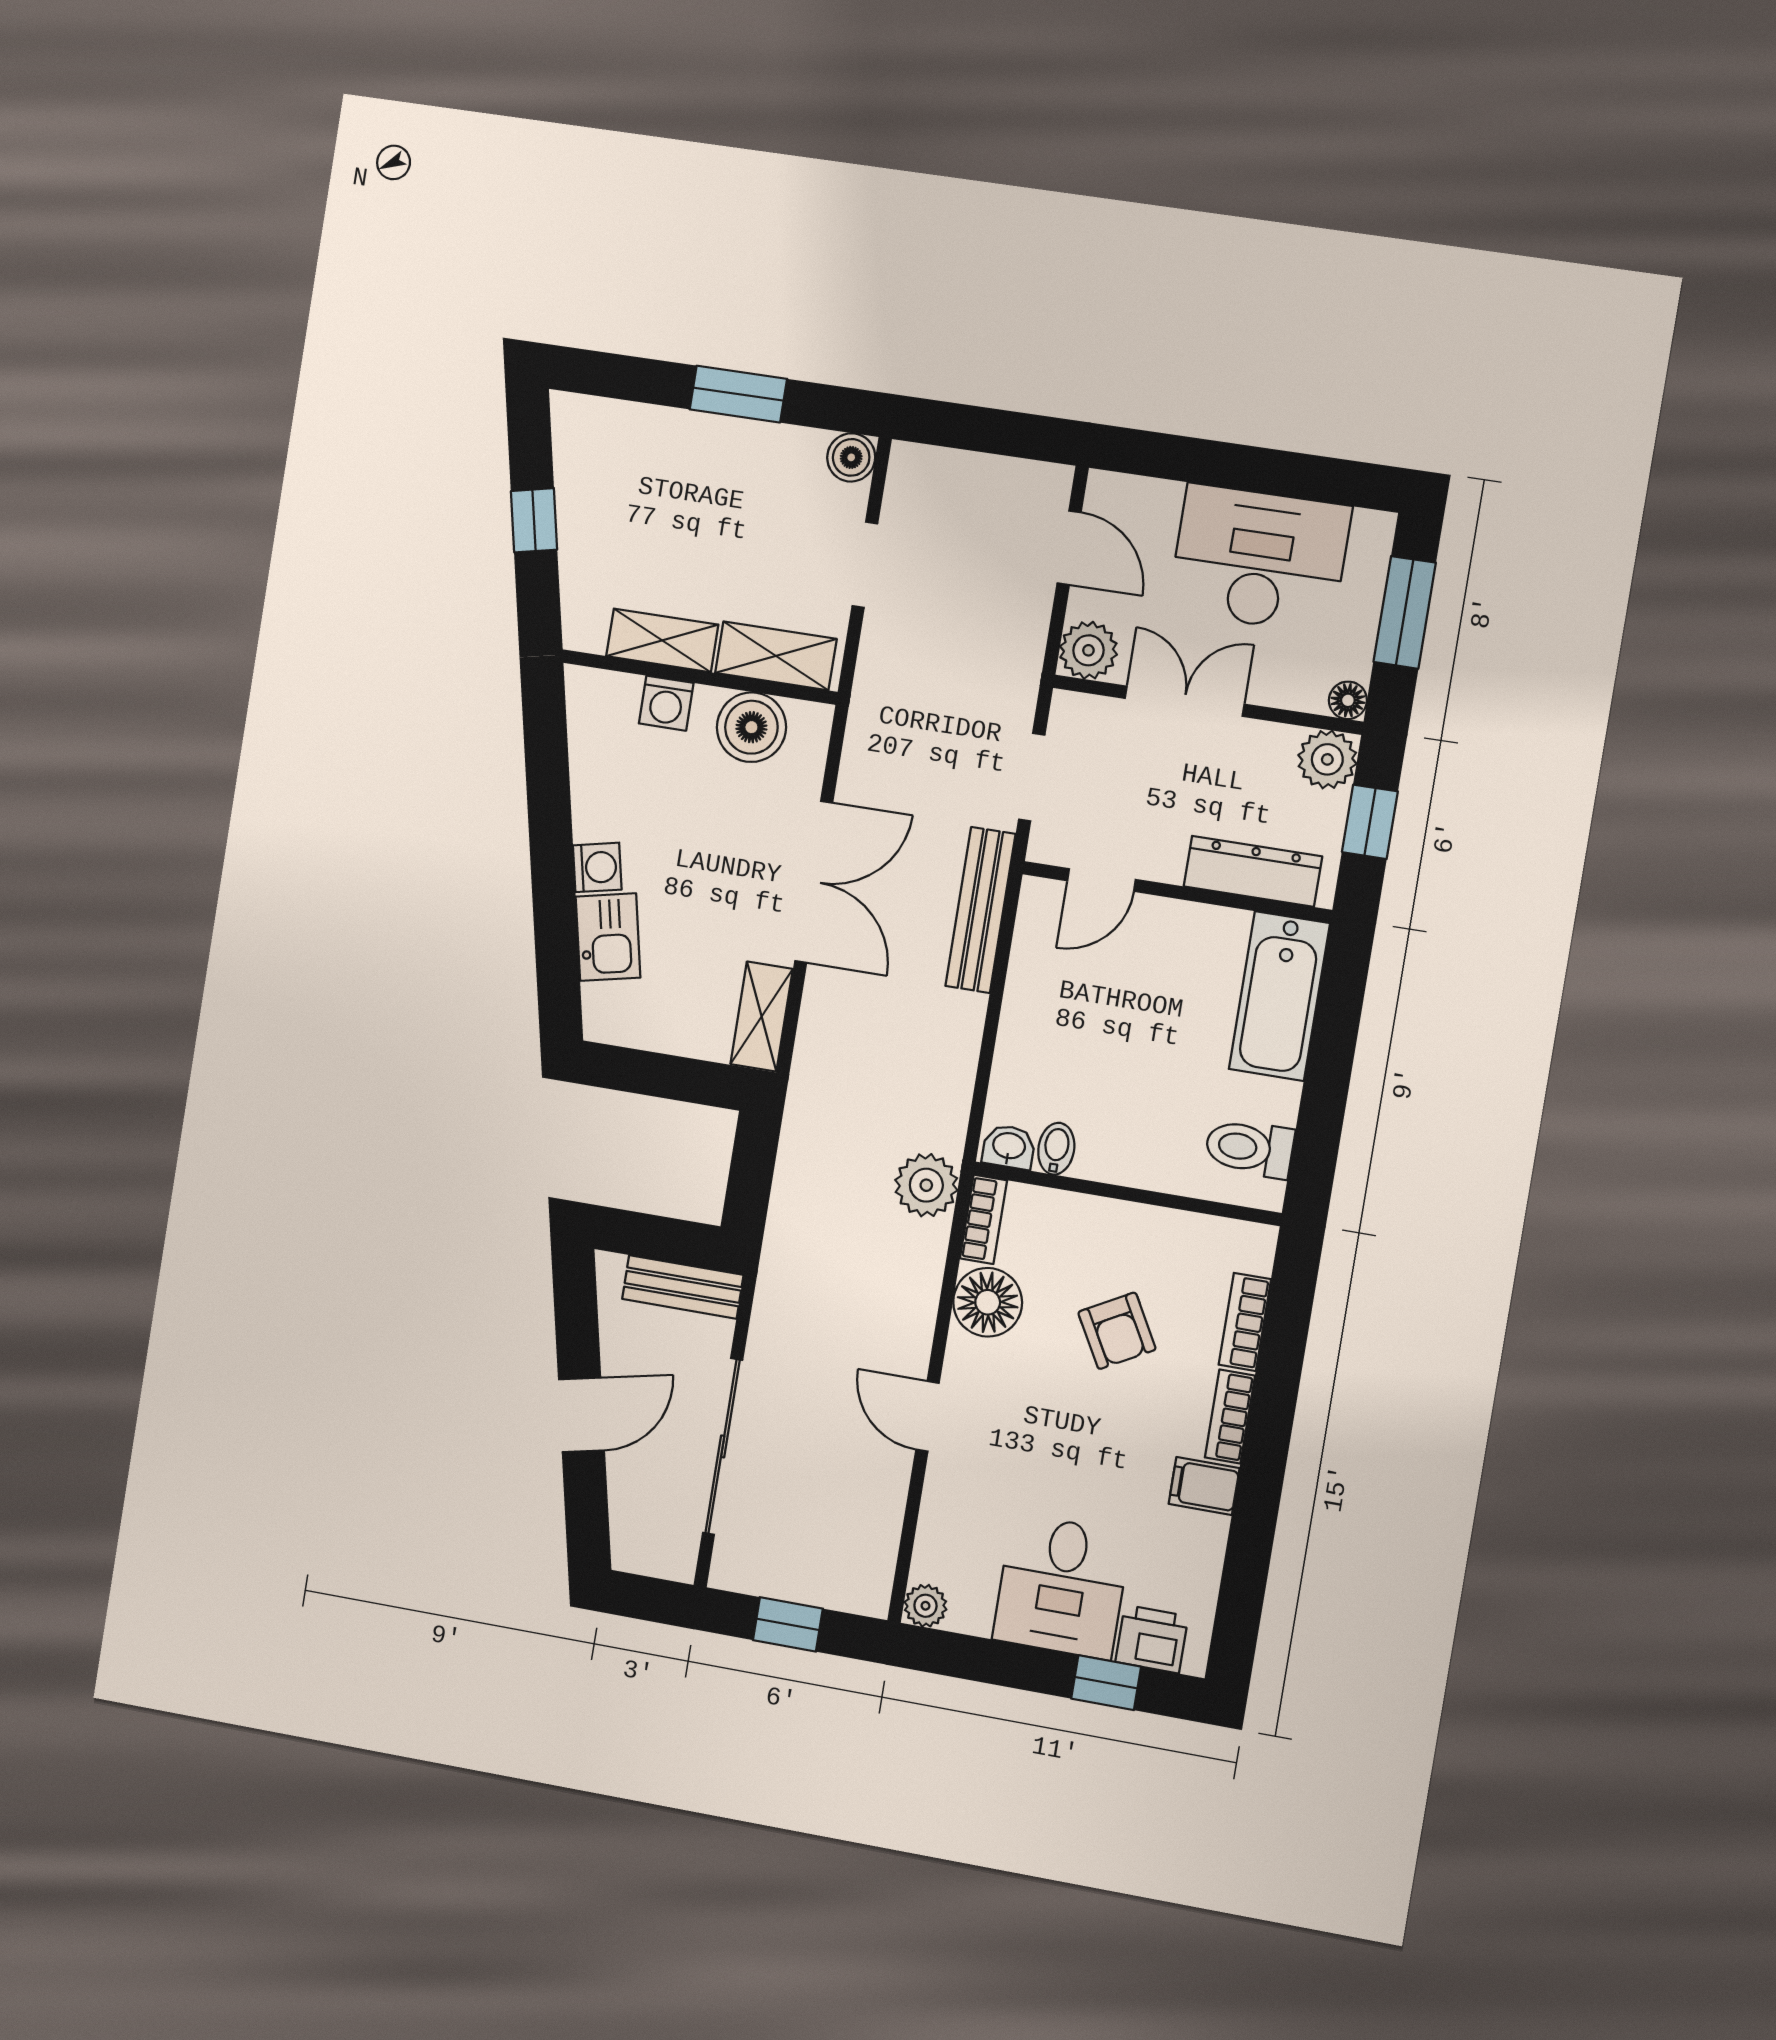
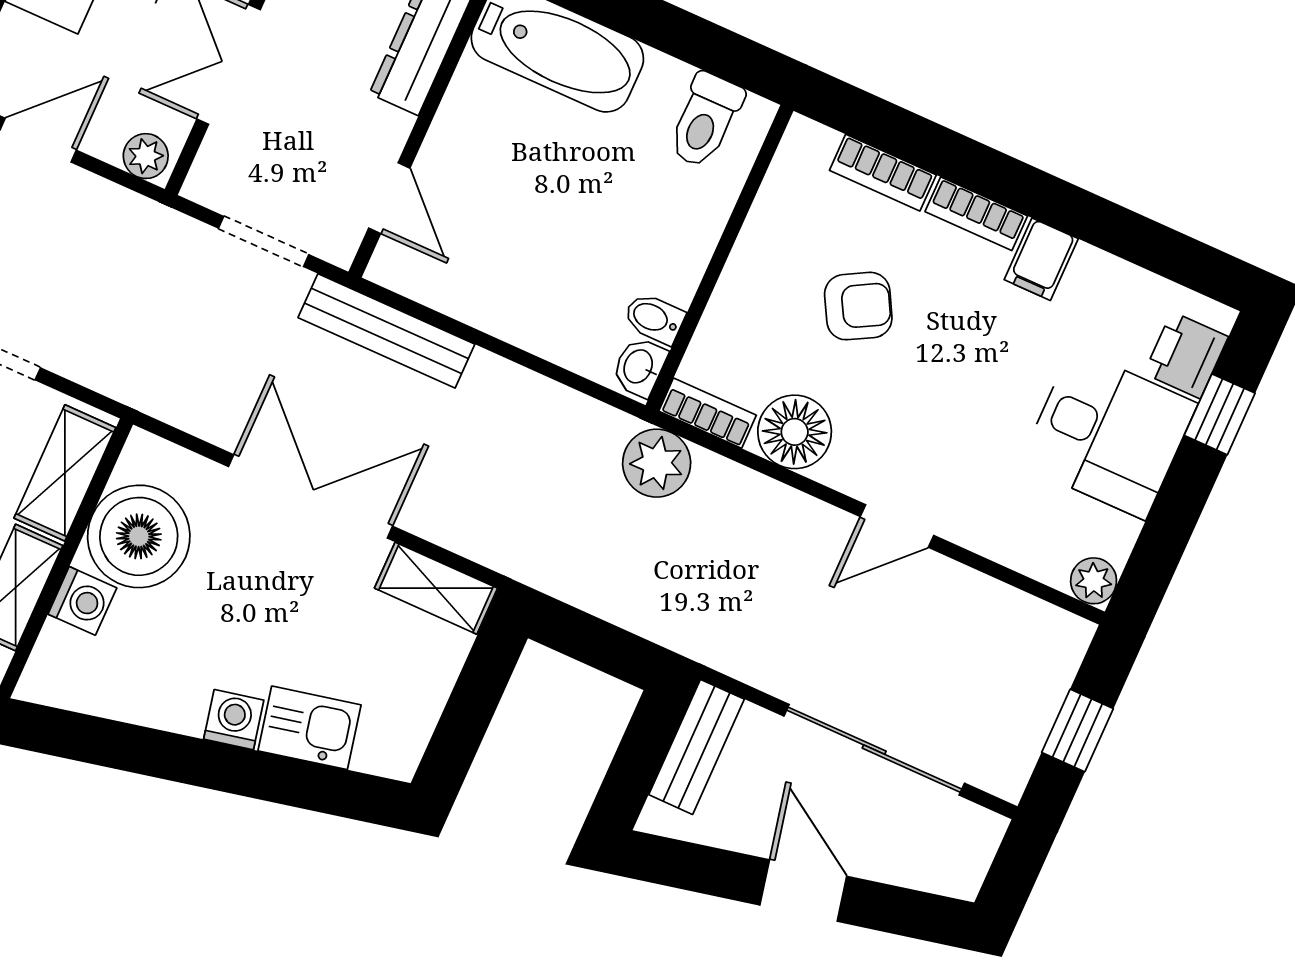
plant: (1088, 650) -> (146, 156), width x0.73, depth x0.73
boiler: (751, 727) -> (139, 536), width x1.37, depth x1.37

